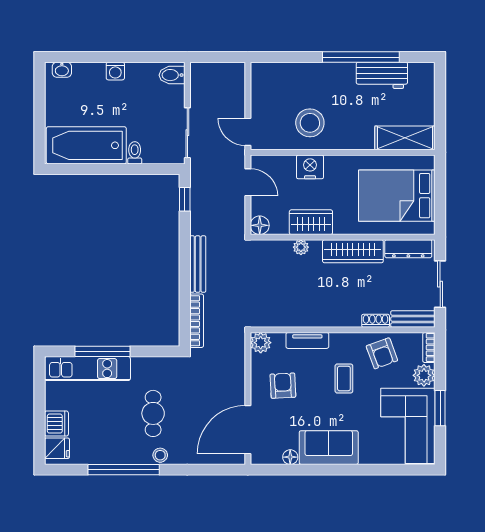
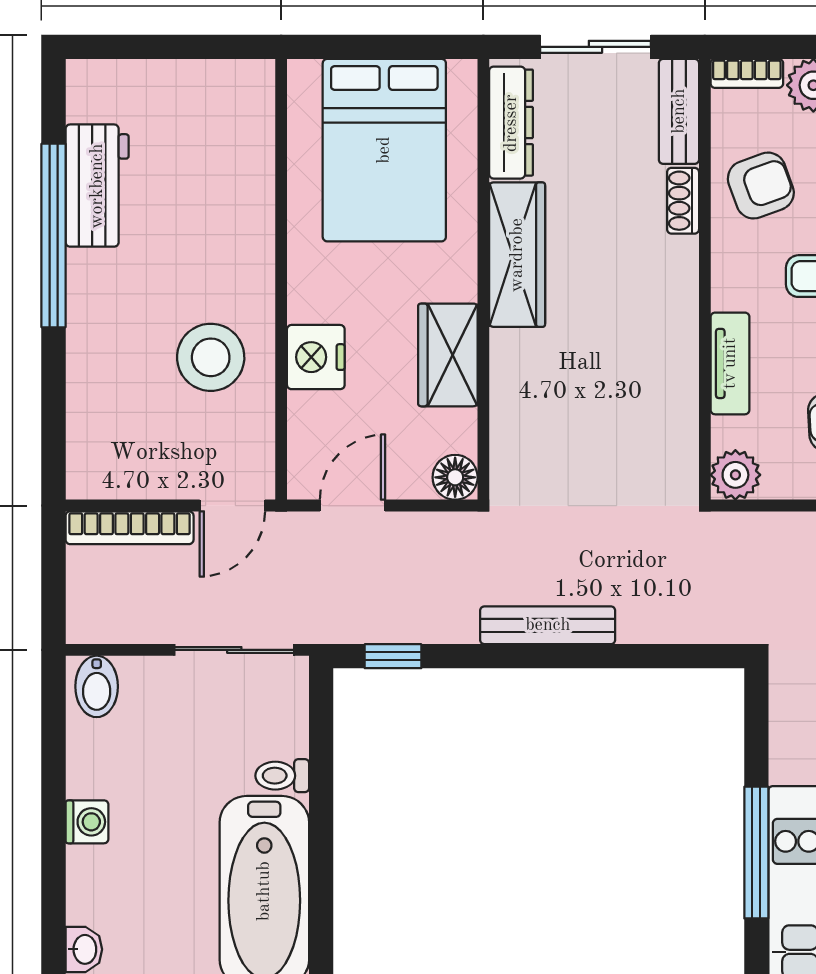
shelving: (405, 138) -> (247, 130), removed
plant: (301, 247) -> (508, 379), removed
bookcase: (197, 321) -> (130, 528), moved, turned 180

